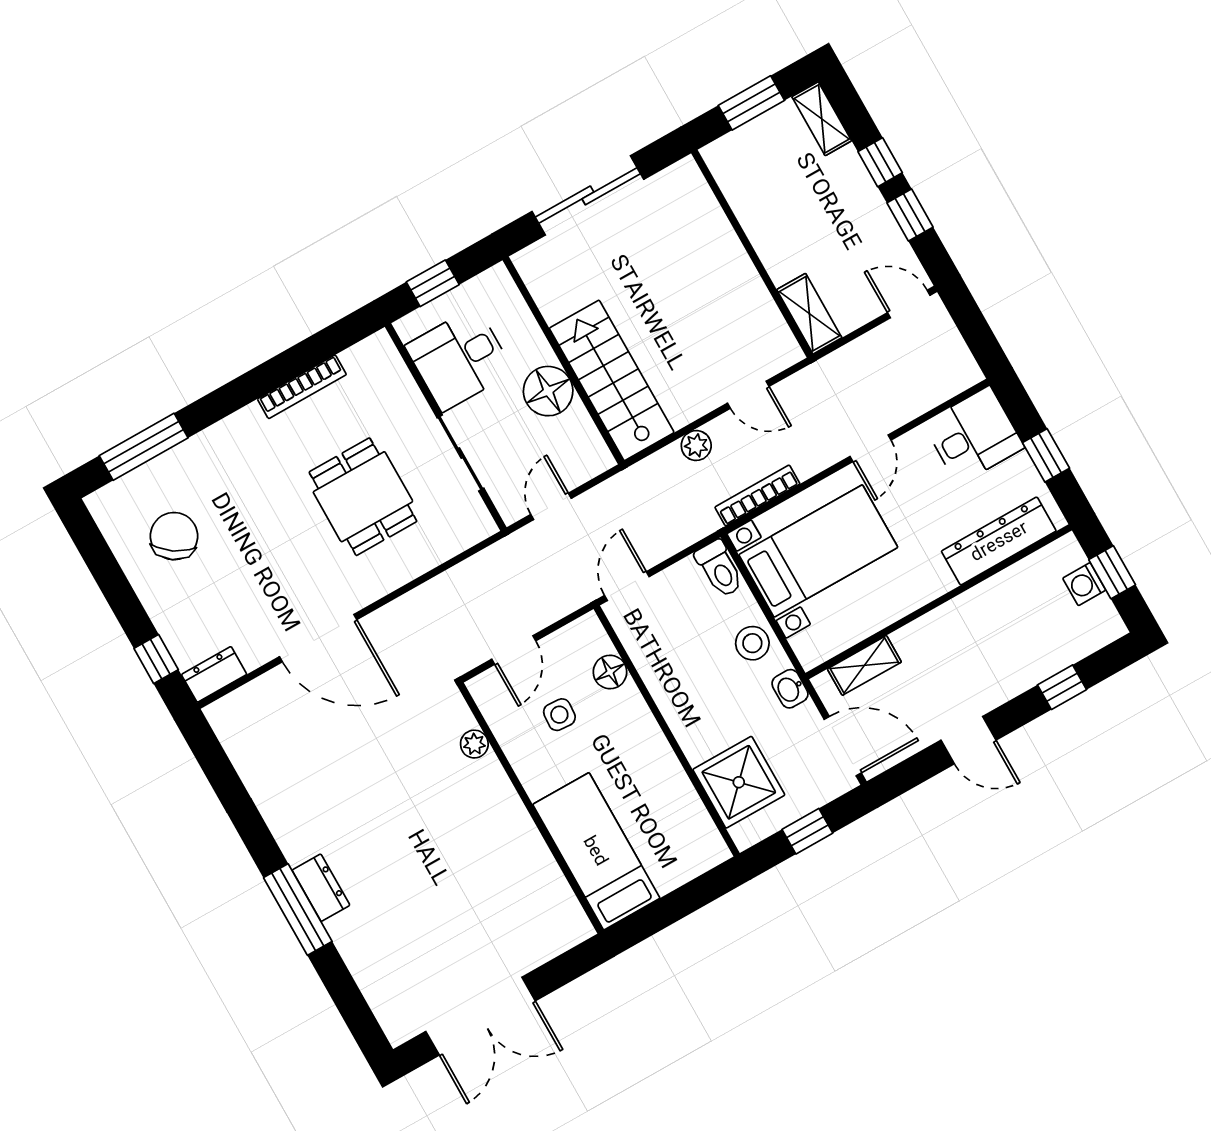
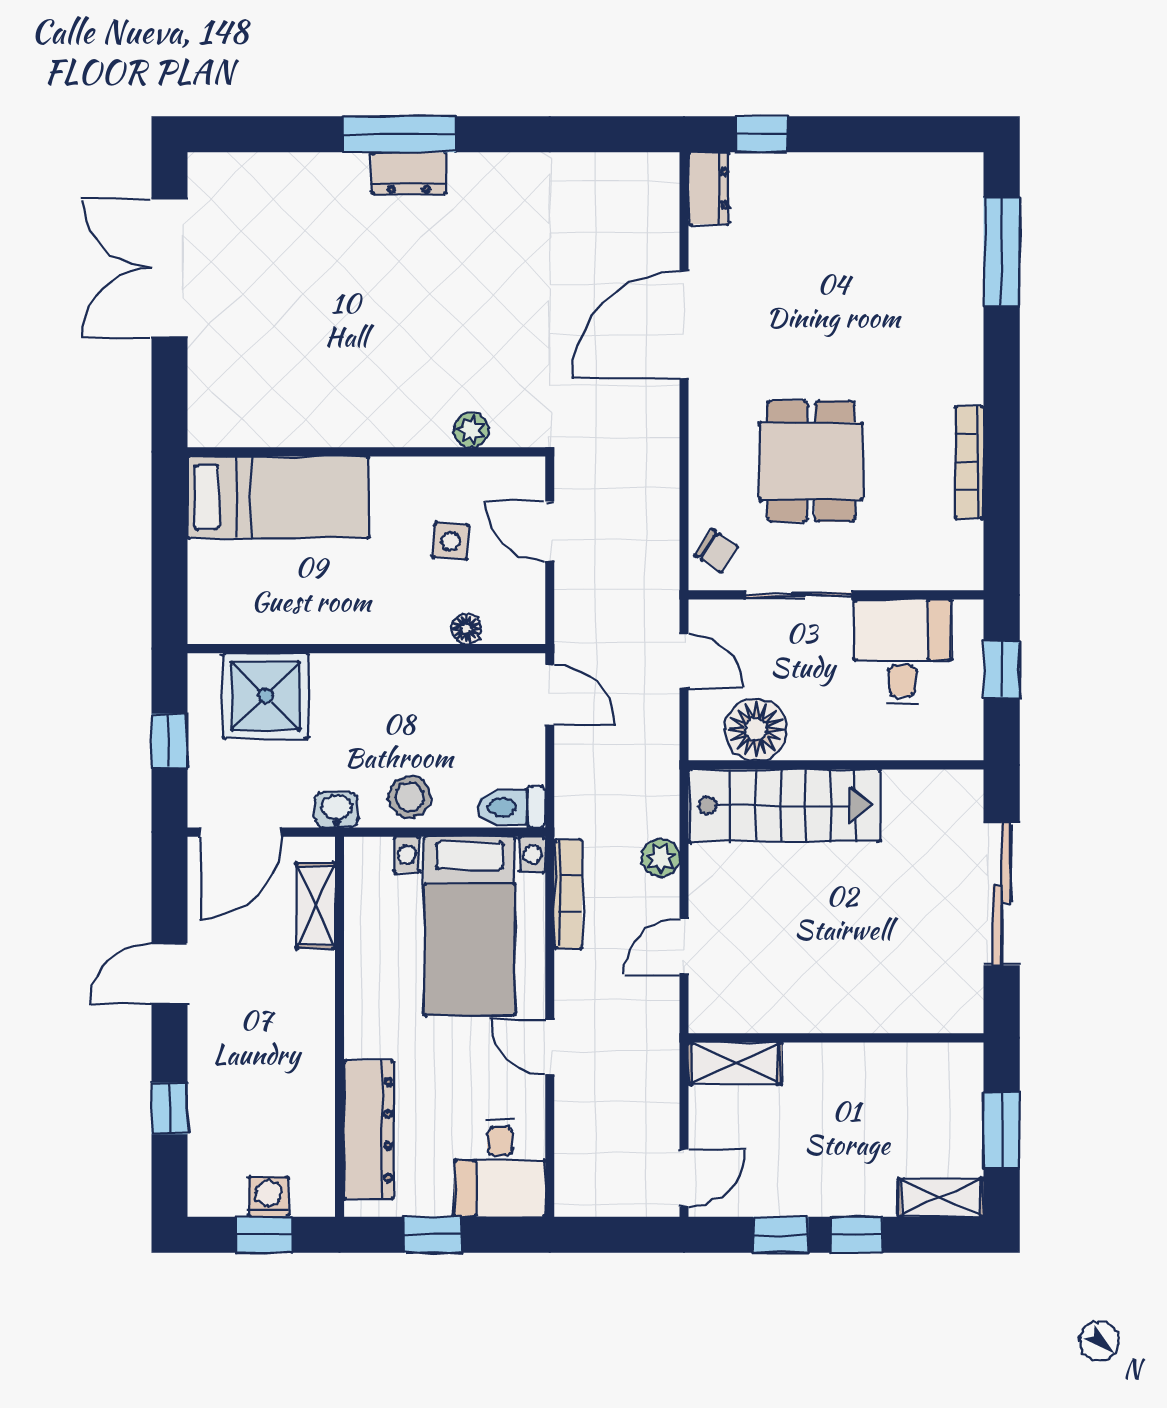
floor lamp: (548, 391) -> (756, 729), moved
dining table: (363, 497) -> (811, 461), turned 90
chair: (174, 536) -> (716, 551), moved, width x0.54, depth x0.54
floor lamp: (610, 672) -> (466, 629), width x0.73, depth x0.73

